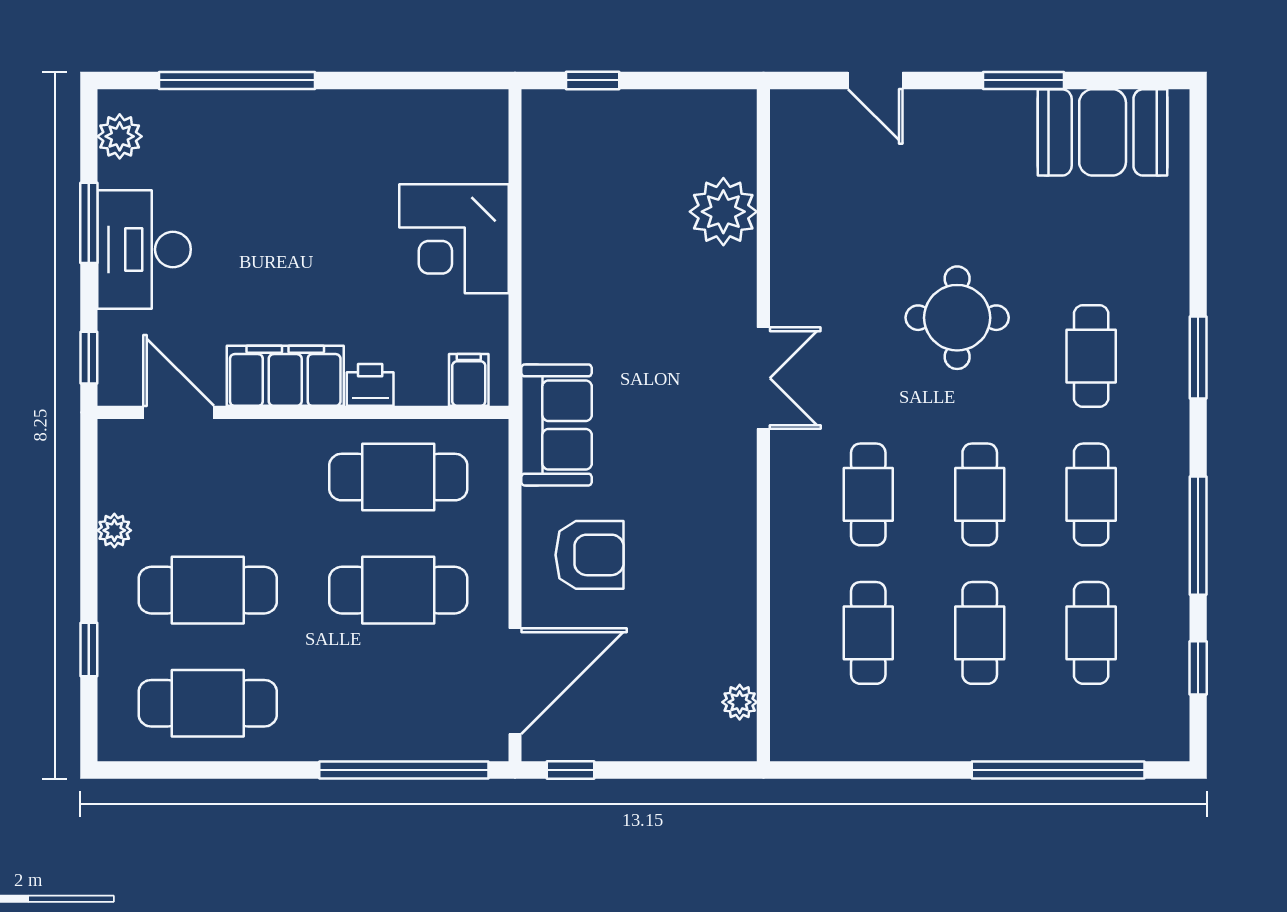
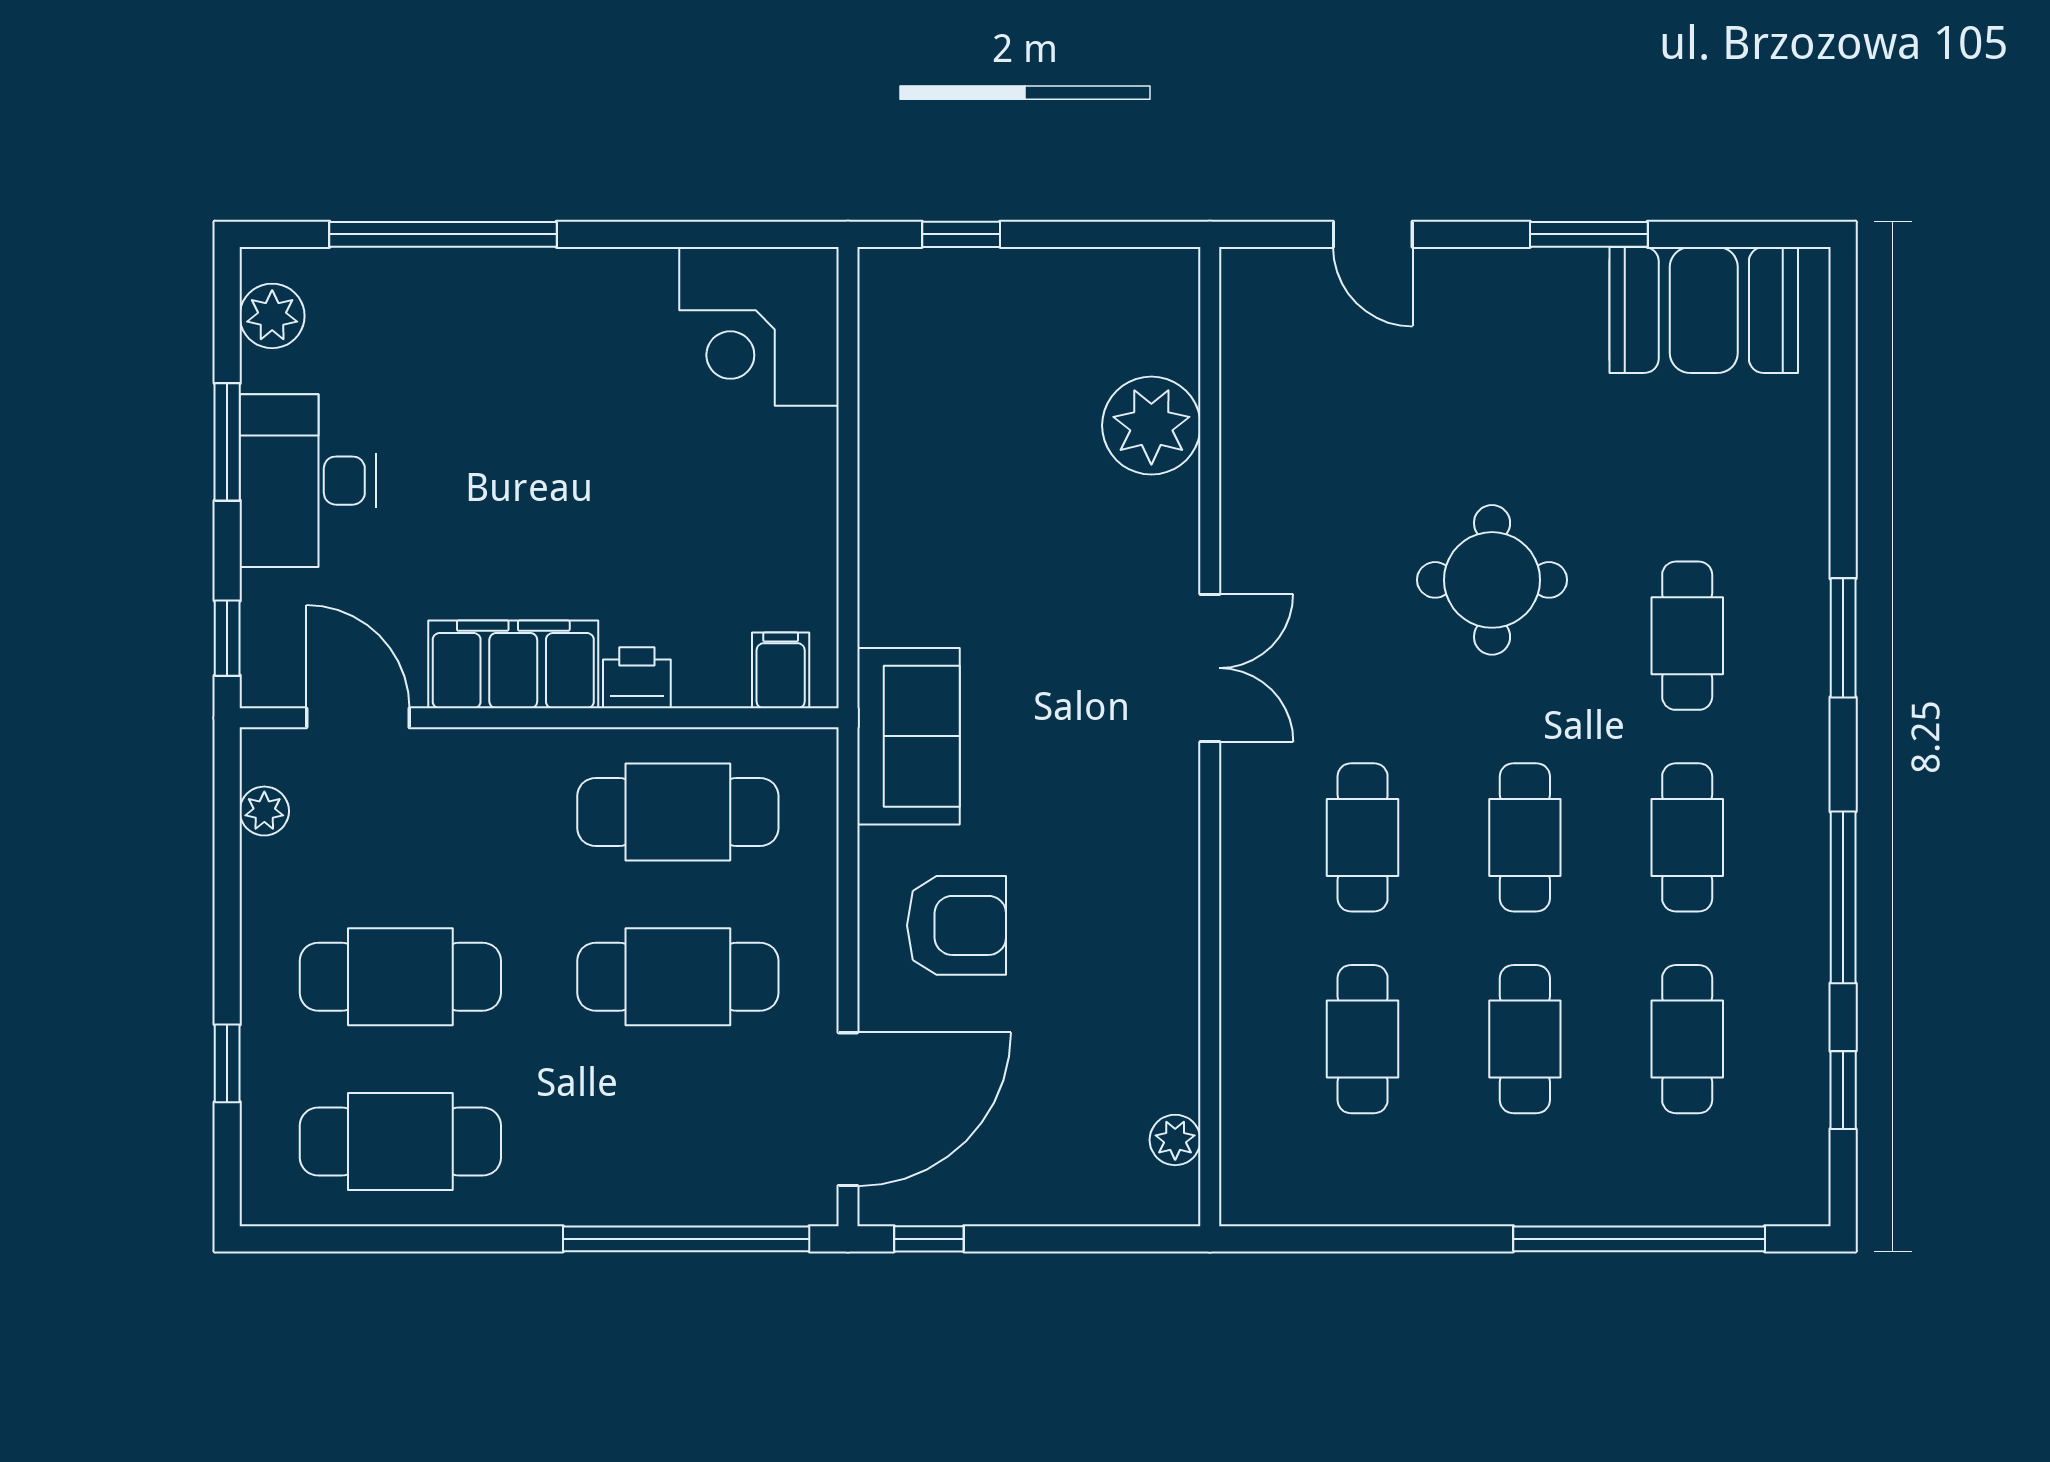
corner desk: (454, 239) -> (759, 326), moved
plant: (114, 530) -> (264, 811), moved

